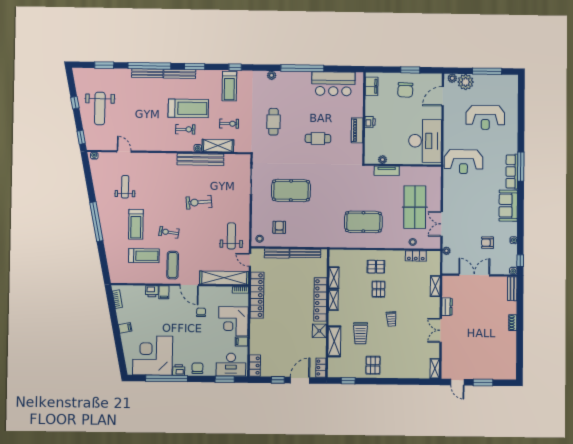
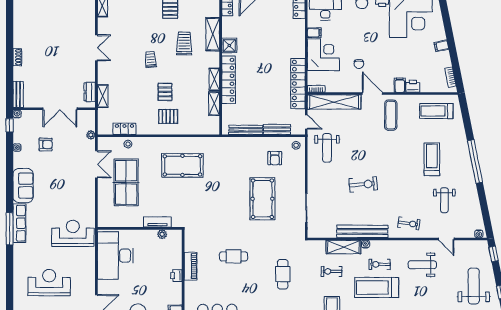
weight bench: (146, 128) -> (422, 265), added
pool table: (291, 190) -> (262, 199), turned 90
exercise bike: (169, 232) -> (409, 223), moved
treadmill: (144, 256) -> (436, 111), moved
dresser: (447, 307) -> (90, 92), moved

